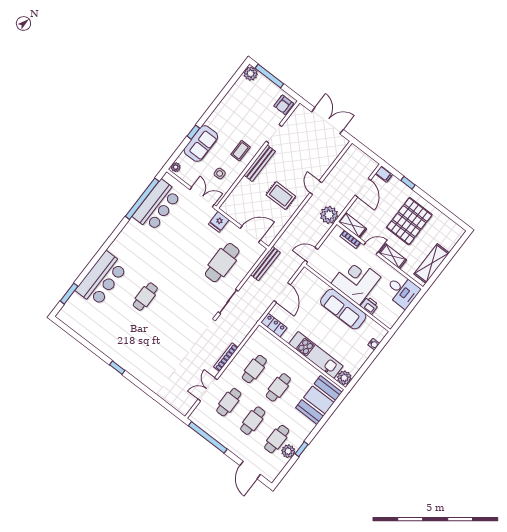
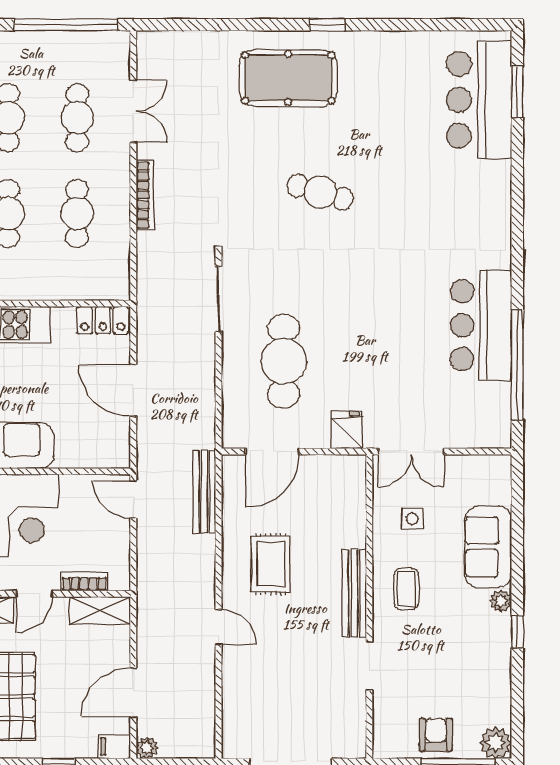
armchair: (284, 105) -> (436, 735), moved
window: (193, 132) -> (517, 632), moved
plant: (176, 167) -> (501, 601), moved
door: (363, 188) -> (133, 693), hinge flipped
rug: (281, 196) -> (271, 564), turned 90
bar counter: (157, 205) -> (481, 325), moved
plant: (329, 215) -> (147, 748), moved, width x0.53, depth x0.53
door: (311, 255) -> (133, 499), swing flipped
bench: (265, 264) -> (204, 492), moved
bar counter: (102, 279) -> (479, 100), moved
cafe table: (145, 297) -> (320, 192), moved, turned -74
pool table: (145, 360) -> (288, 78), added

